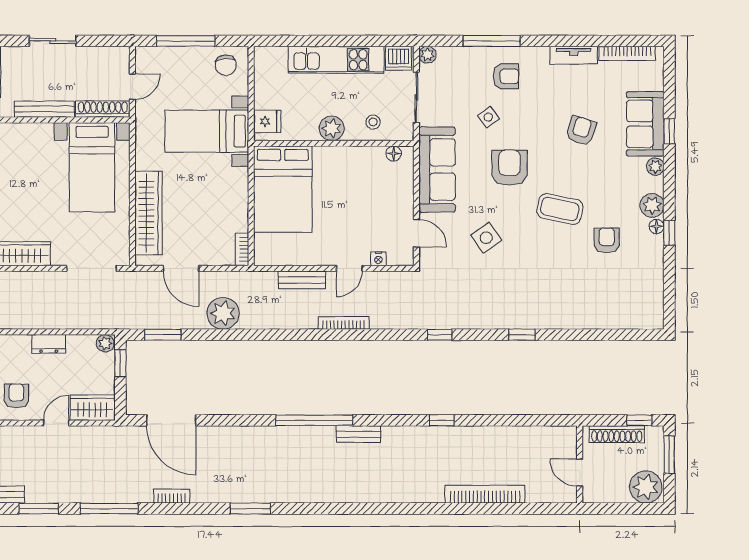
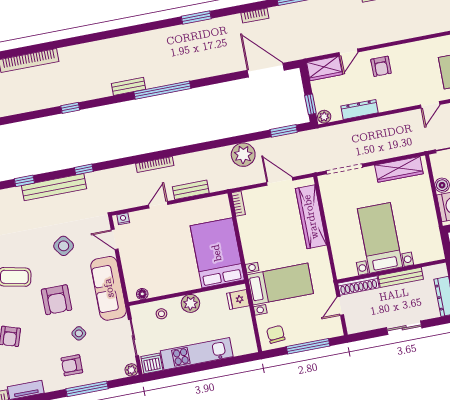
bed with nightstands: (92, 167) -> (380, 238), moved
nightstand: (378, 259) -> (123, 219), moved
bench: (484, 319) -> (54, 187), added
dresser: (49, 344) -> (360, 109), width x1.44

